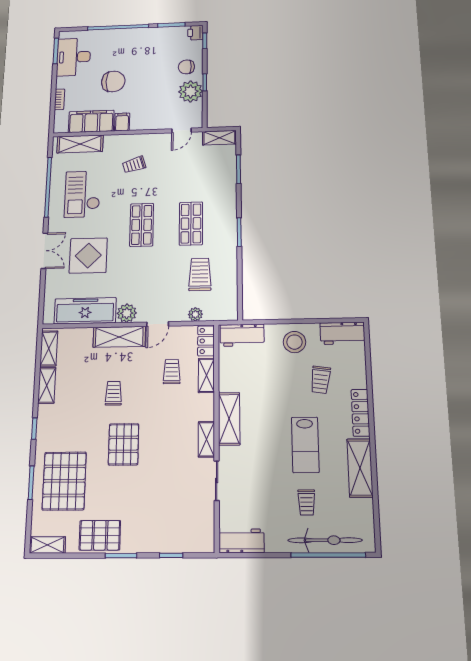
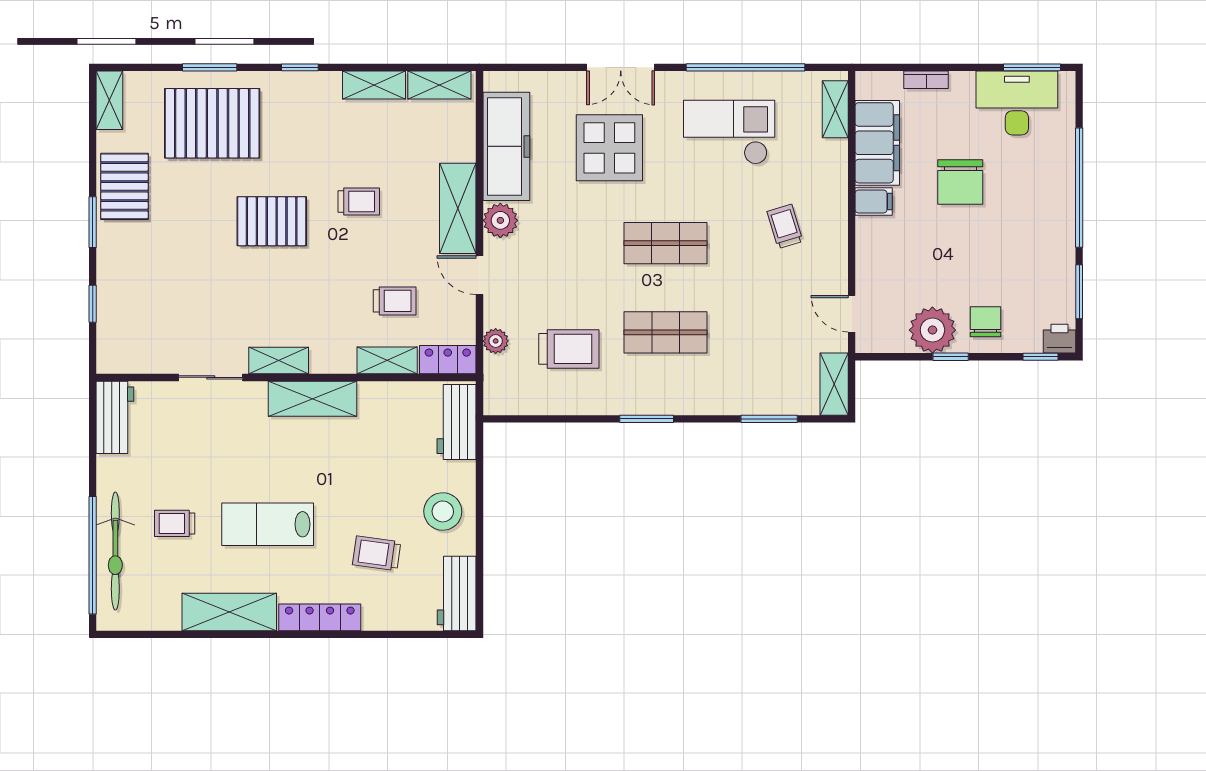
shelving: (80, 144) -> (835, 109), width x0.67, depth x0.75

